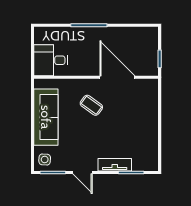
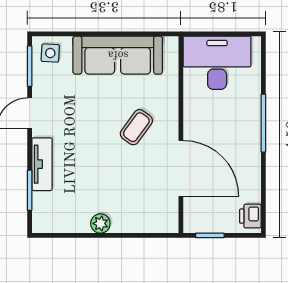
printer: (147, 33) -> (250, 216), added
desk: (51, 60) -> (217, 63), width x1.37
door: (117, 77) -> (181, 168), hinge flipped
plant: (152, 128) -> (100, 223), added

